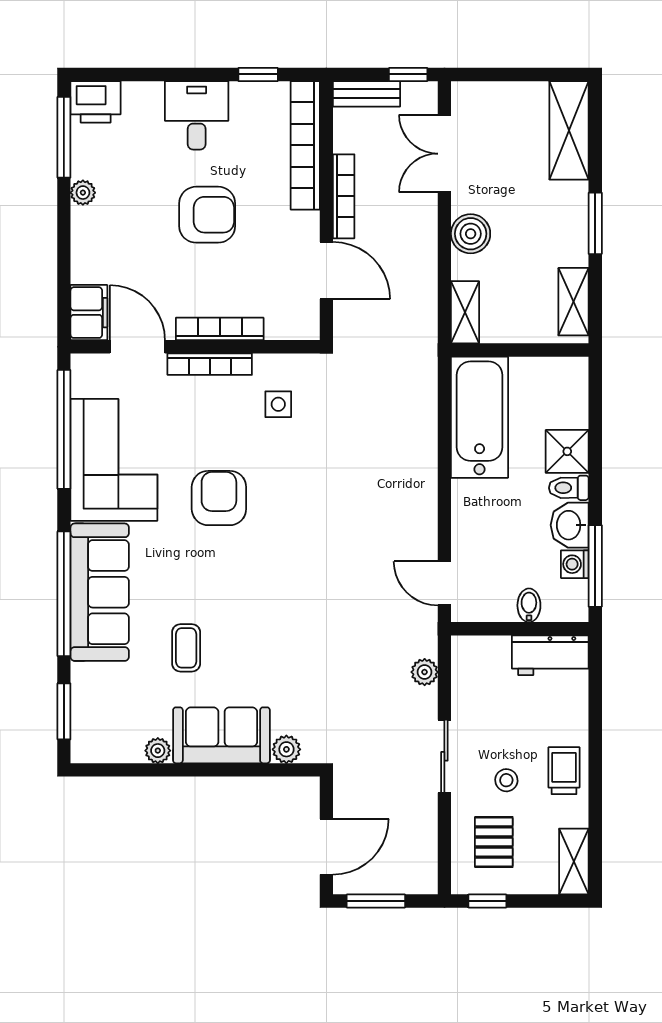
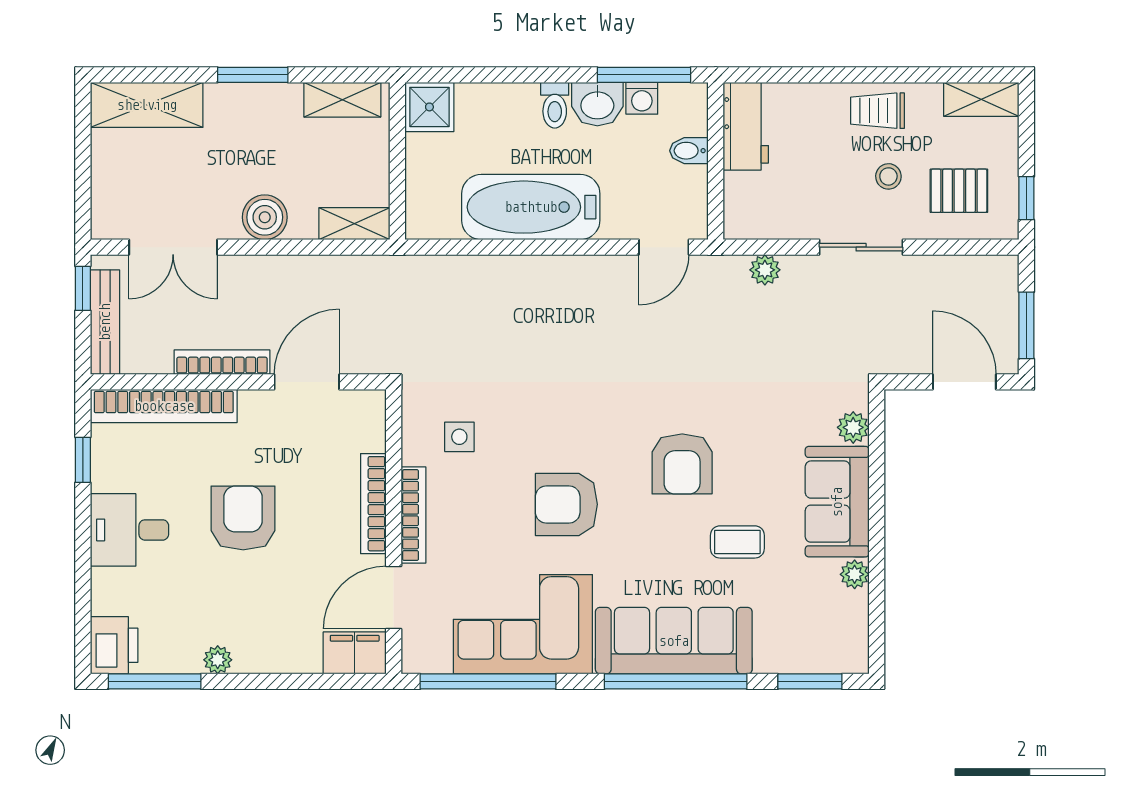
bench: (366, 94) -> (105, 322), width x1.36
bathtub: (480, 417) -> (531, 207), moved
shower: (567, 451) -> (429, 107), moved
armchair: (254, 599) -> (682, 464), added

